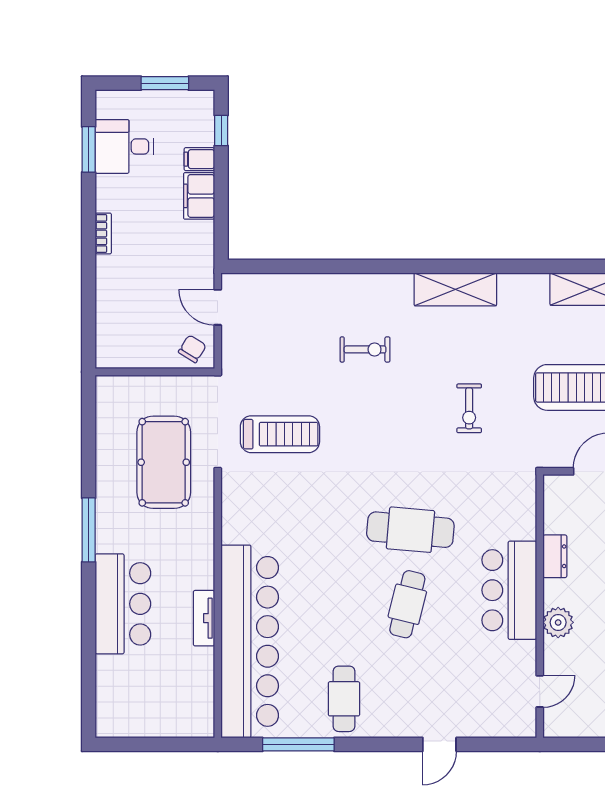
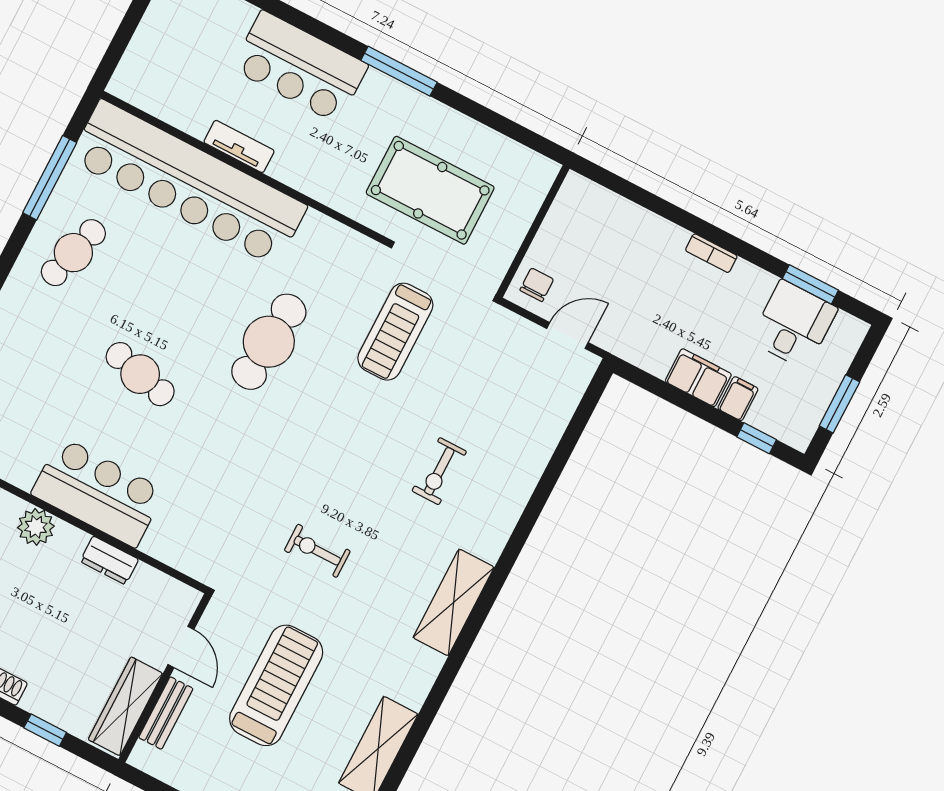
chair: (192, 349) -> (537, 285), turned -122
cafe table: (410, 530) -> (269, 342), moved
cafe table: (344, 699) -> (73, 253), turned -74

